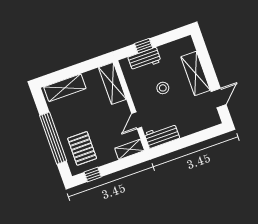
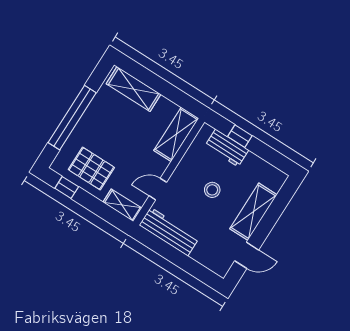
workbench: (162, 136) -> (169, 232), width x1.38
pallet: (82, 148) -> (91, 169), moved, turned 90

